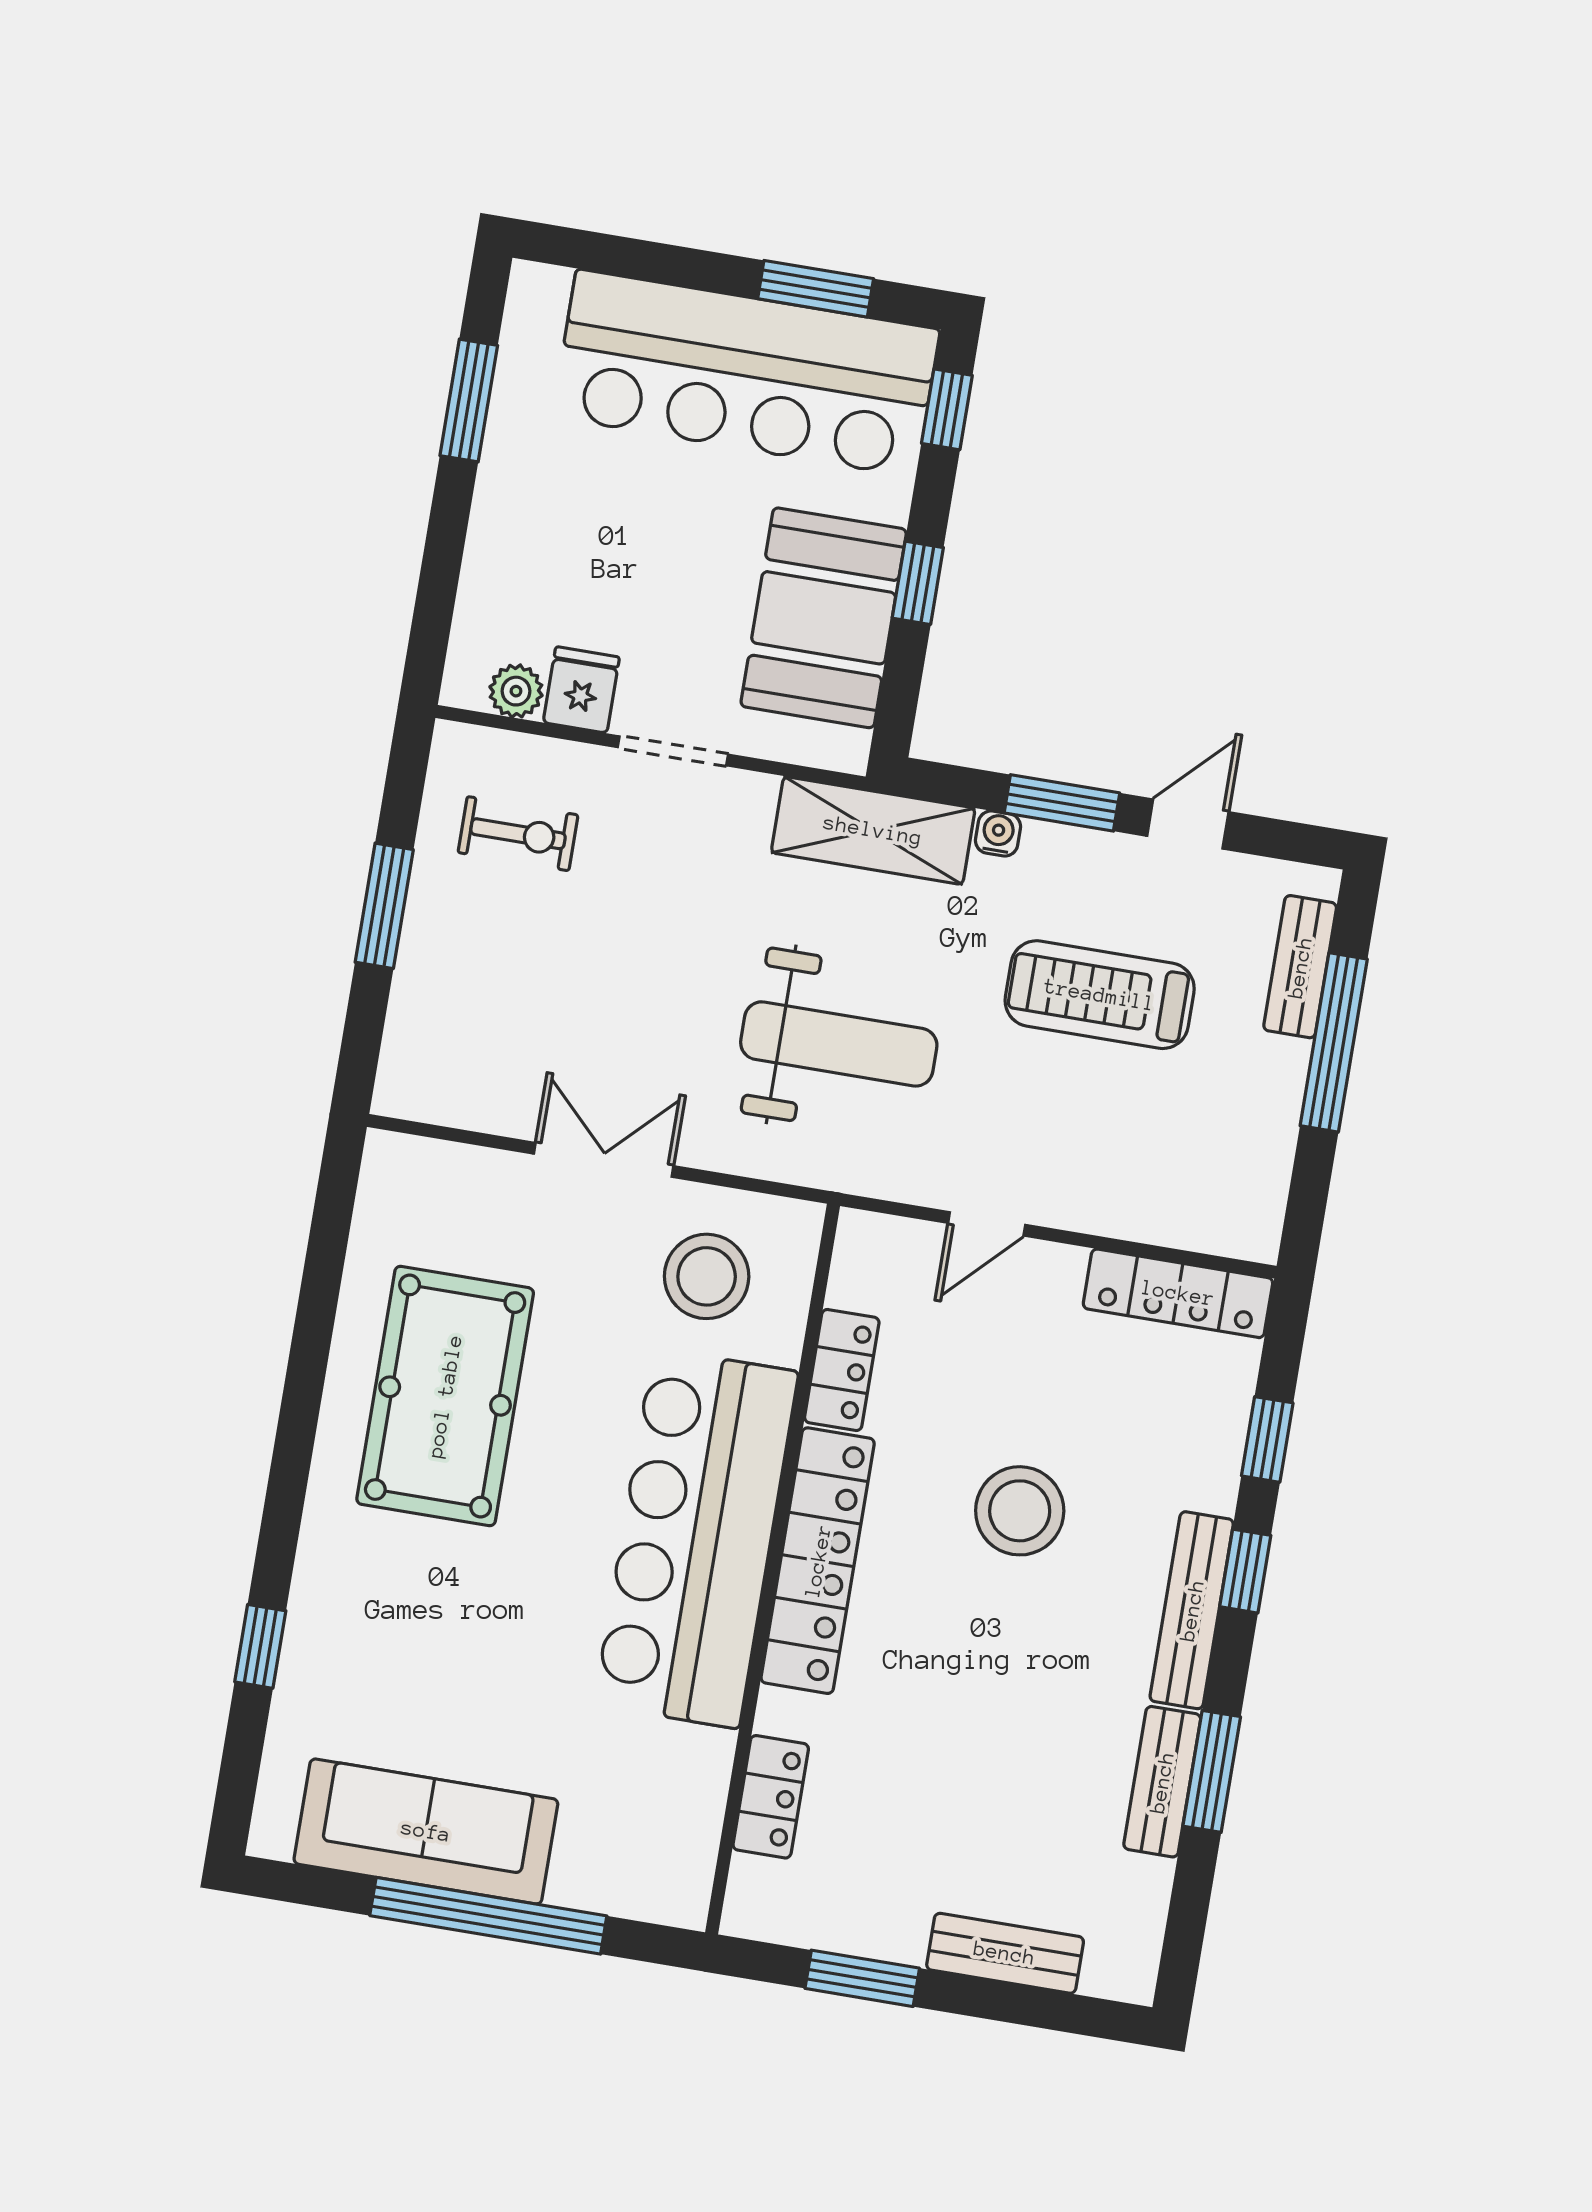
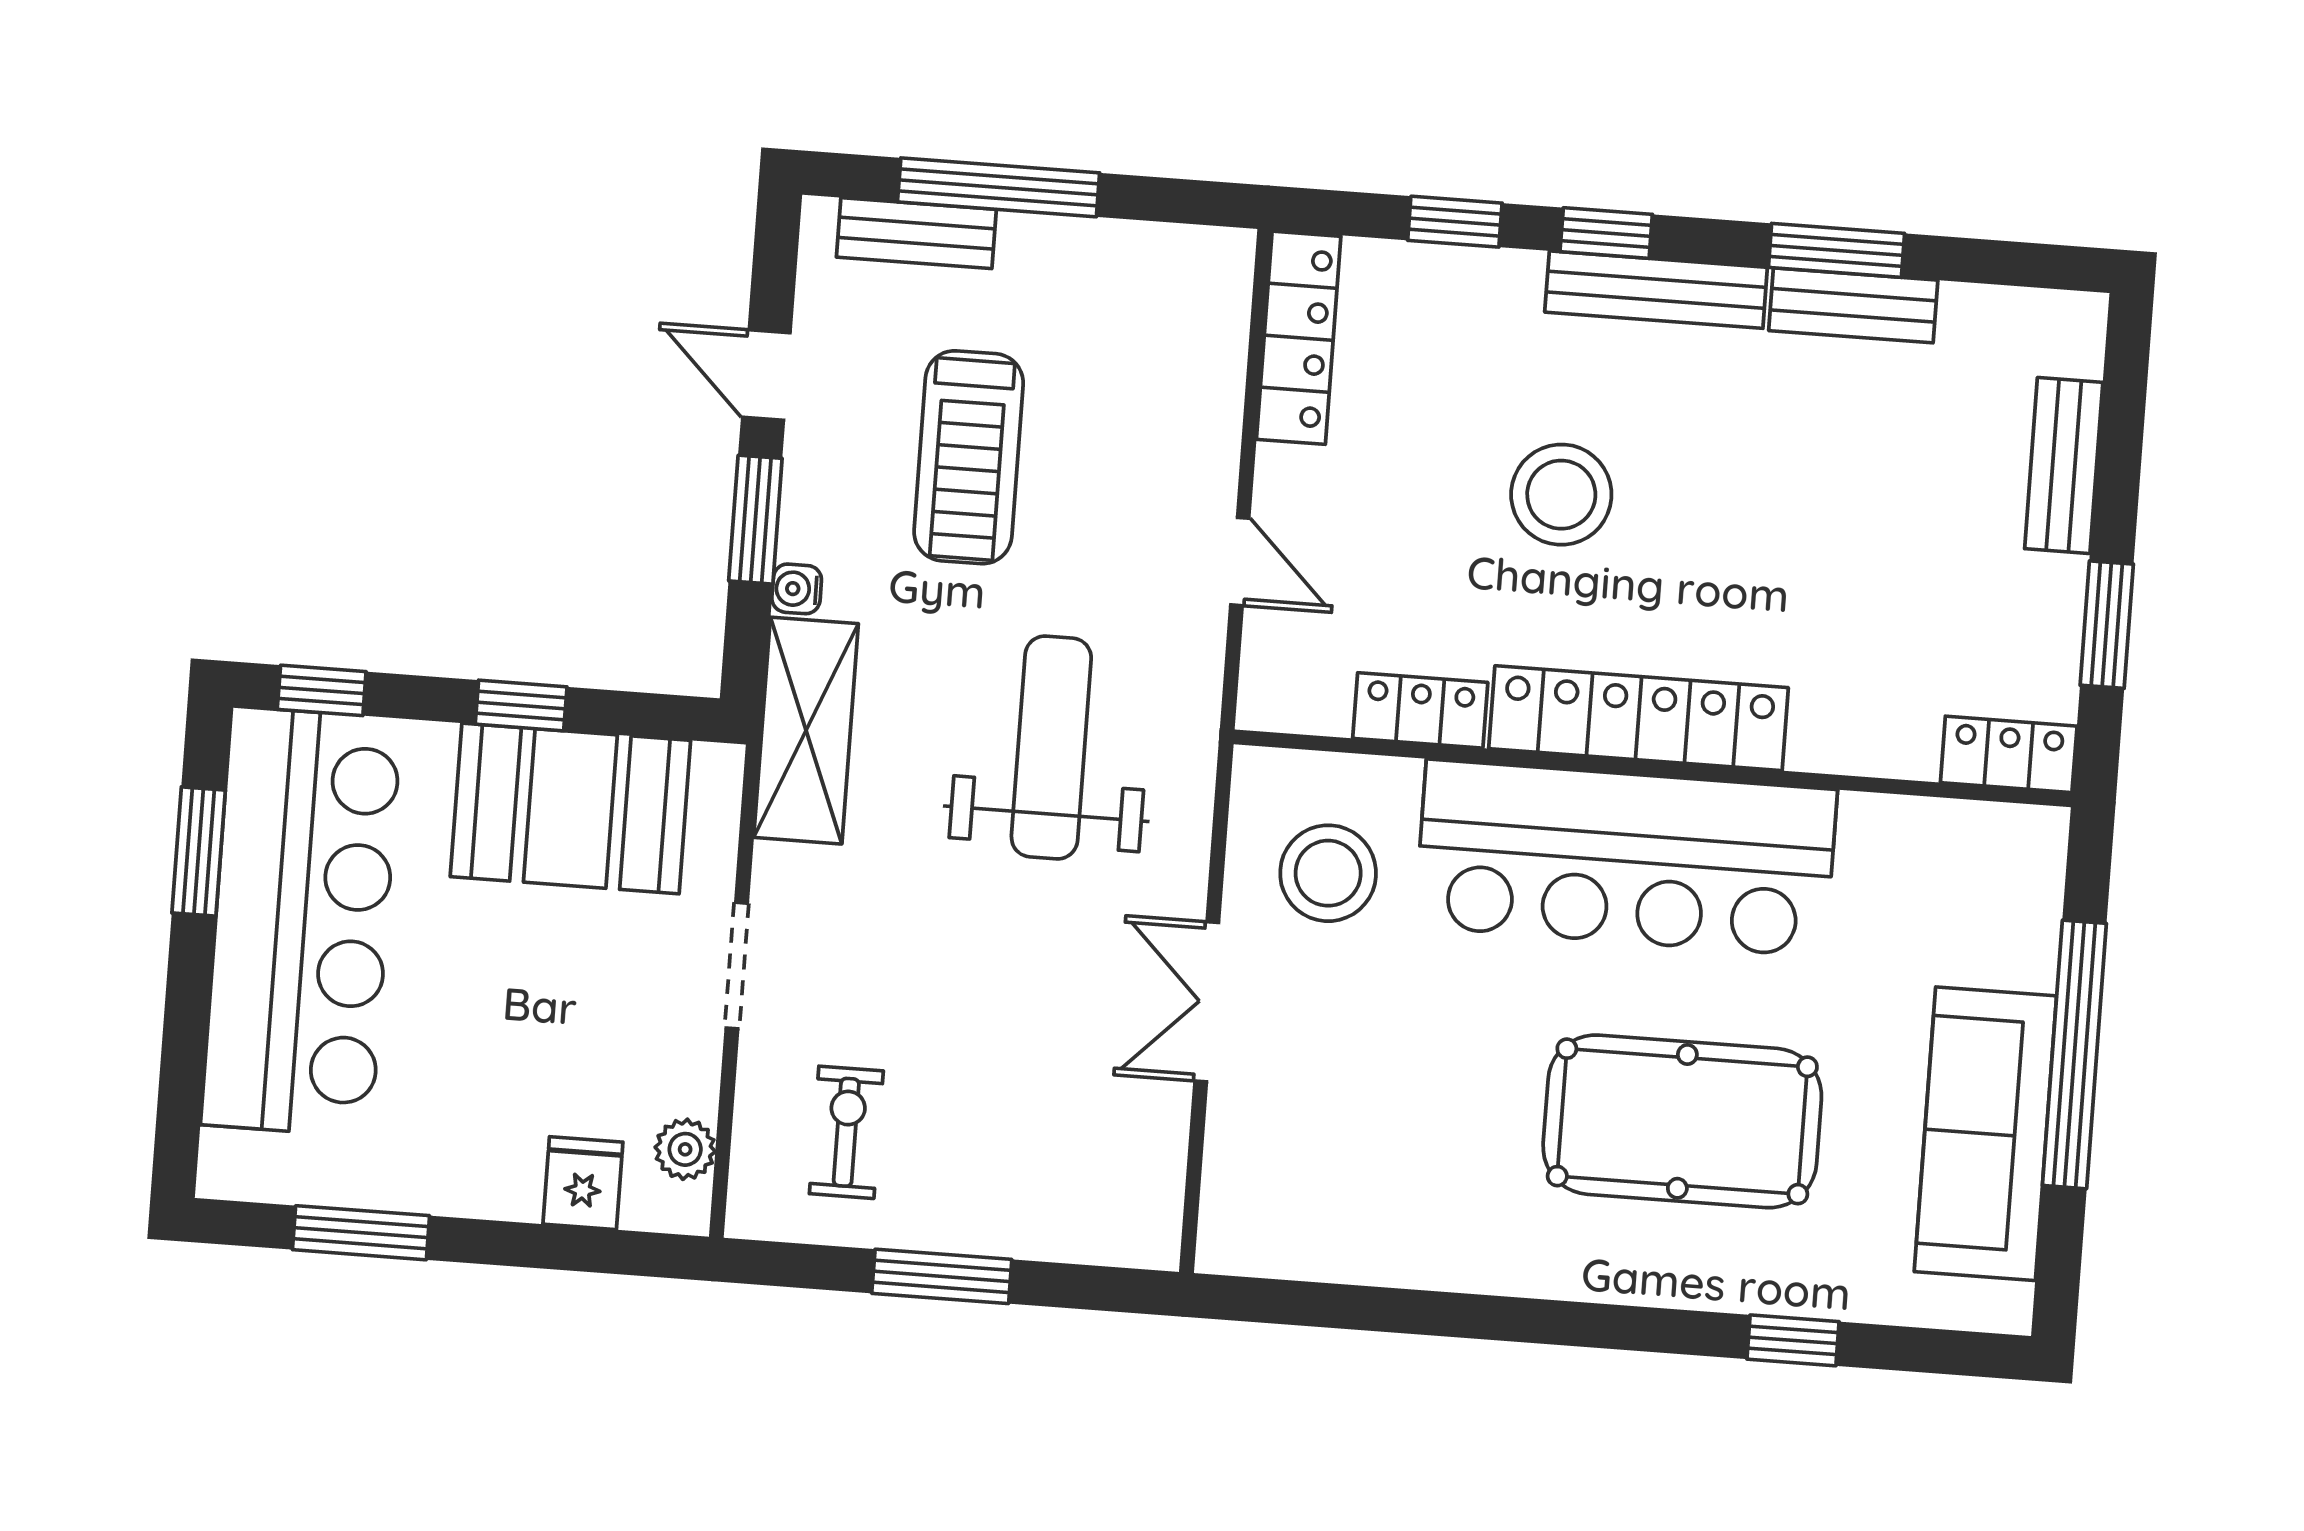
fridge: (581, 690) -> (583, 1183), moved, turned 90
pool table: (445, 1396) -> (1682, 1121), moved
locker: (771, 1797) -> (2009, 754), moved

